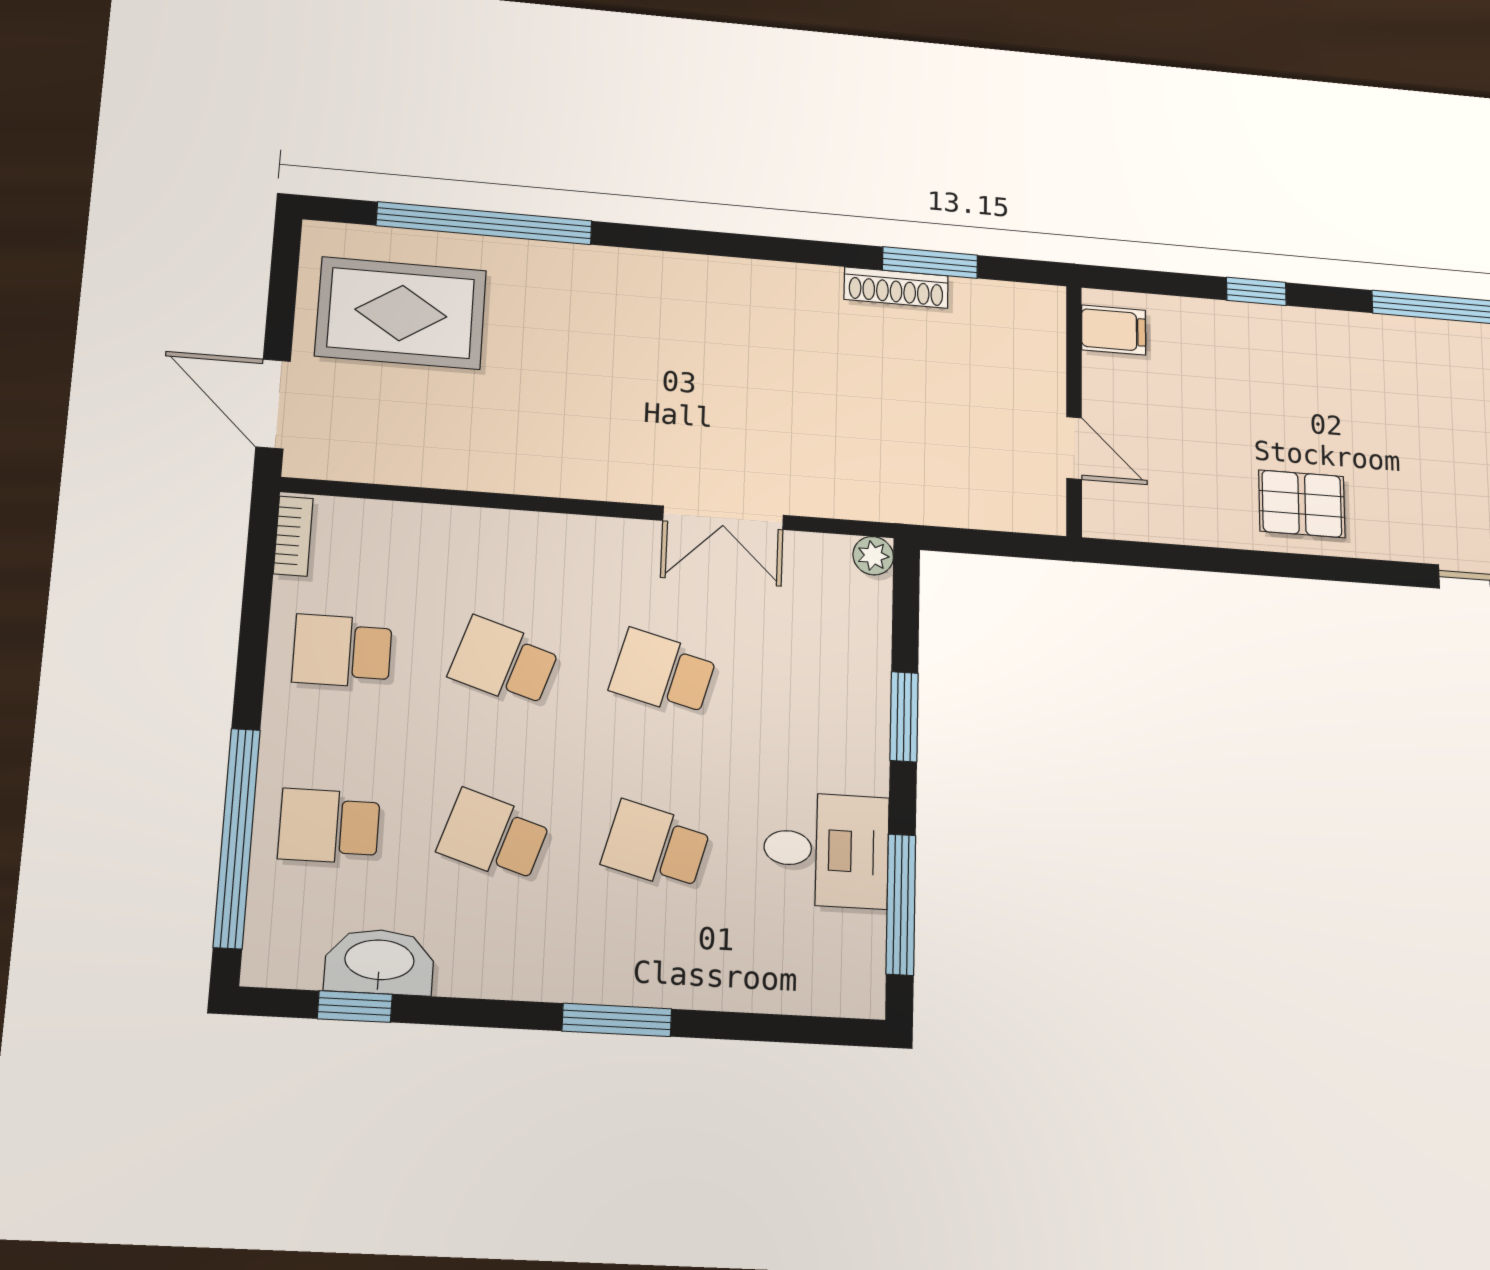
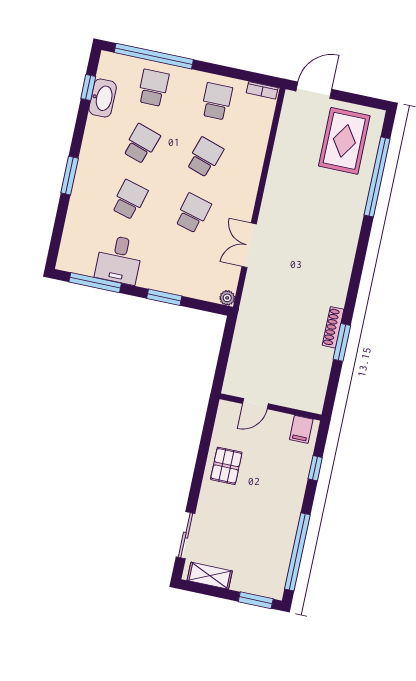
filing cabinet: (1114, 330) -> (301, 429), moved
wall: (1074, 410) -> (270, 407), moved
door: (1074, 448) -> (255, 404), moved

